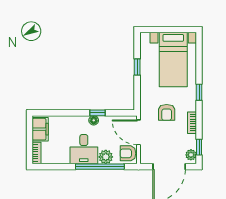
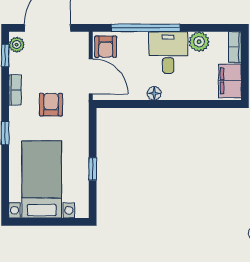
window: (97, 113) -> (149, 104), removed
armchair: (128, 153) -> (106, 47), turned 90
plant: (106, 157) -> (199, 42), moved

